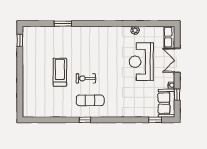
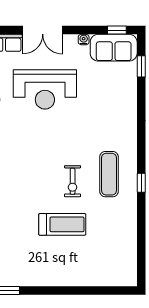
treadmill: (60, 72) -> (62, 224), turned 180
window: (177, 95) -> (117, 30), moved

